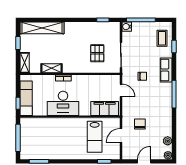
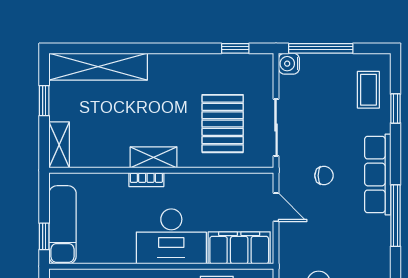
pallet: (97, 53) -> (223, 124), width x1.50, depth x1.42
shelving: (52, 68) -> (154, 157), moved
row of seats: (166, 70) -> (378, 174), width x1.48
desk: (63, 103) -> (171, 236), moved

